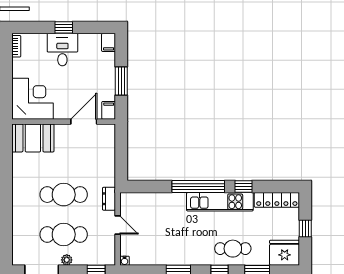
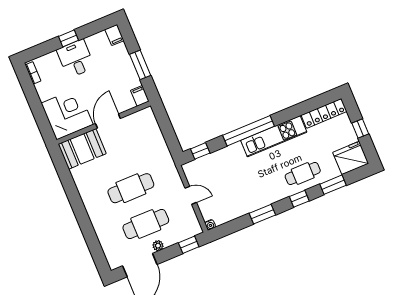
door: (84, 122) -> (108, 121), moved
window: (243, 187) -> (200, 151), moved
dresser: (109, 199) -> (173, 175), removed

